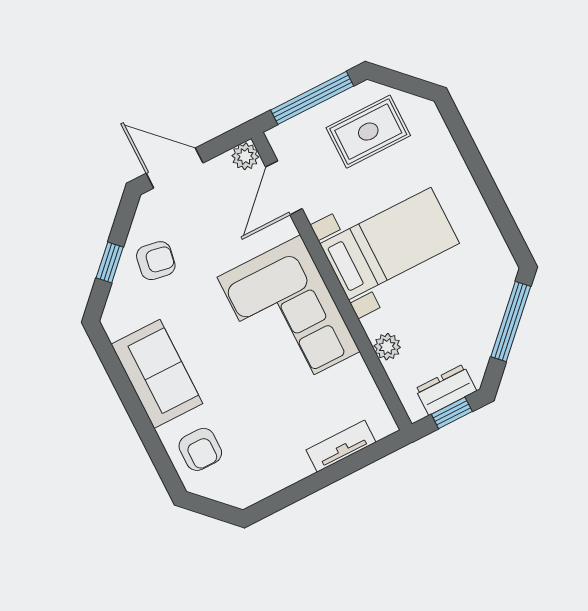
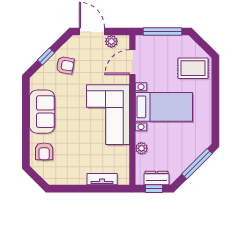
rug: (368, 132) -> (193, 68), moved
plant: (245, 156) -> (111, 41), moved

